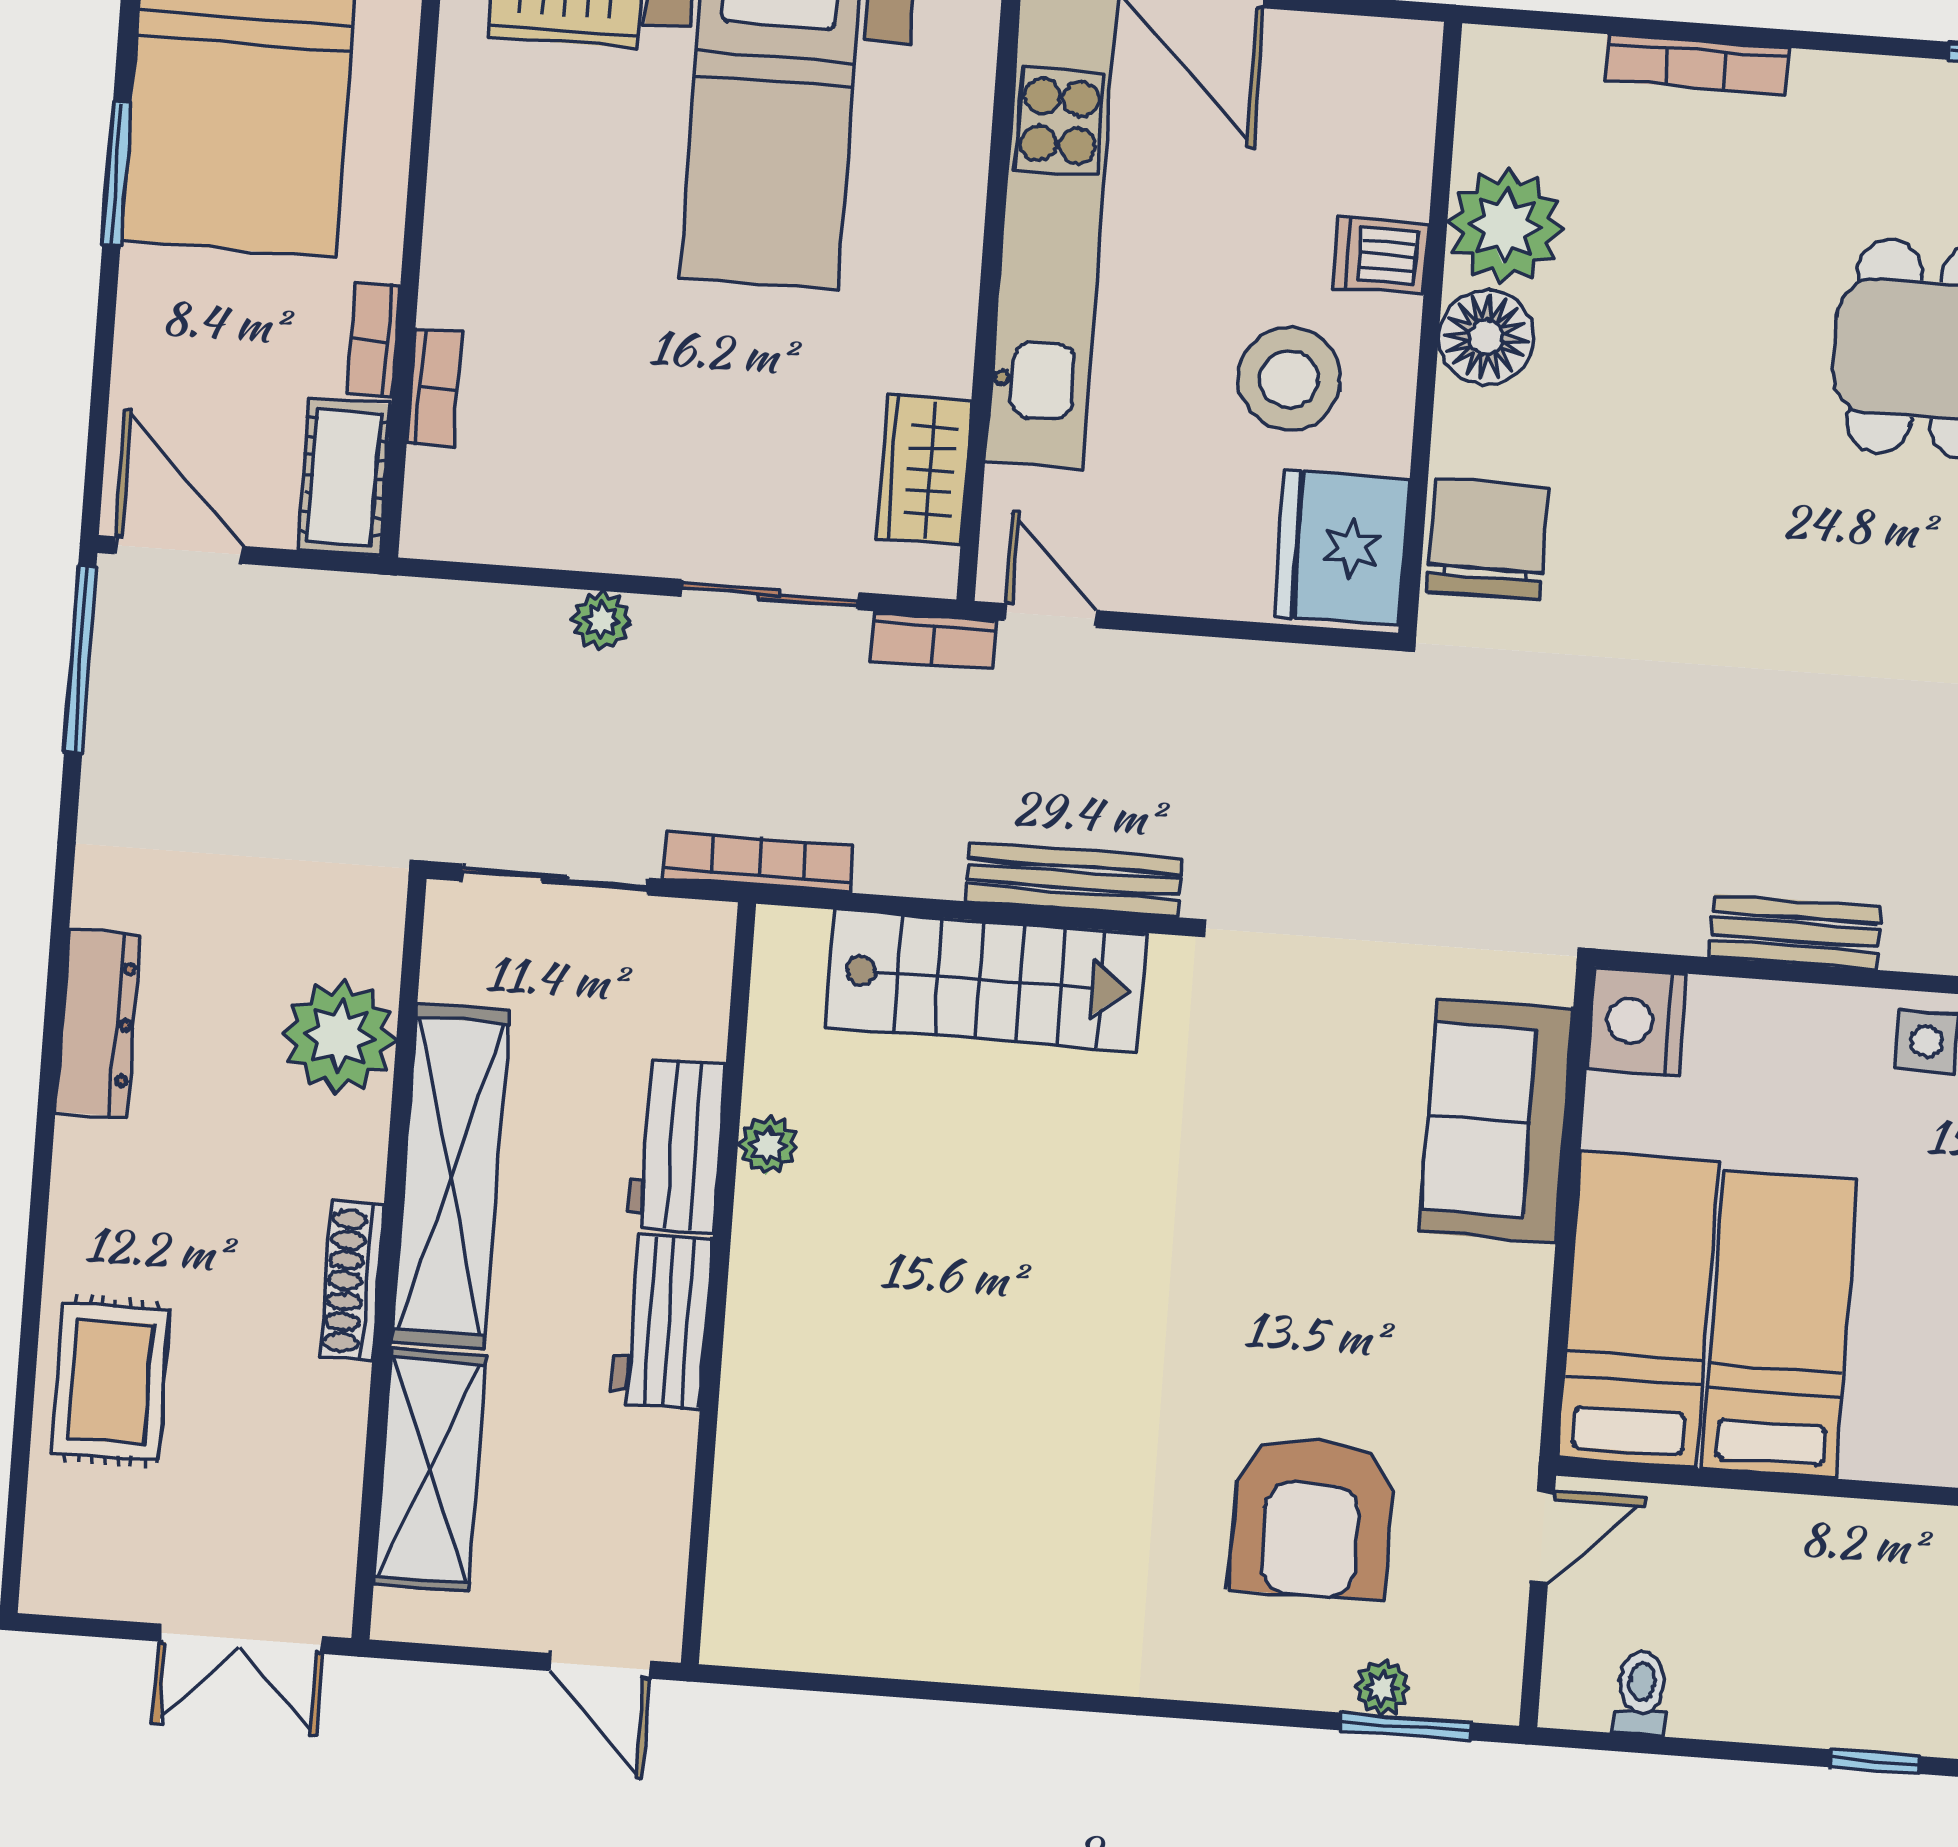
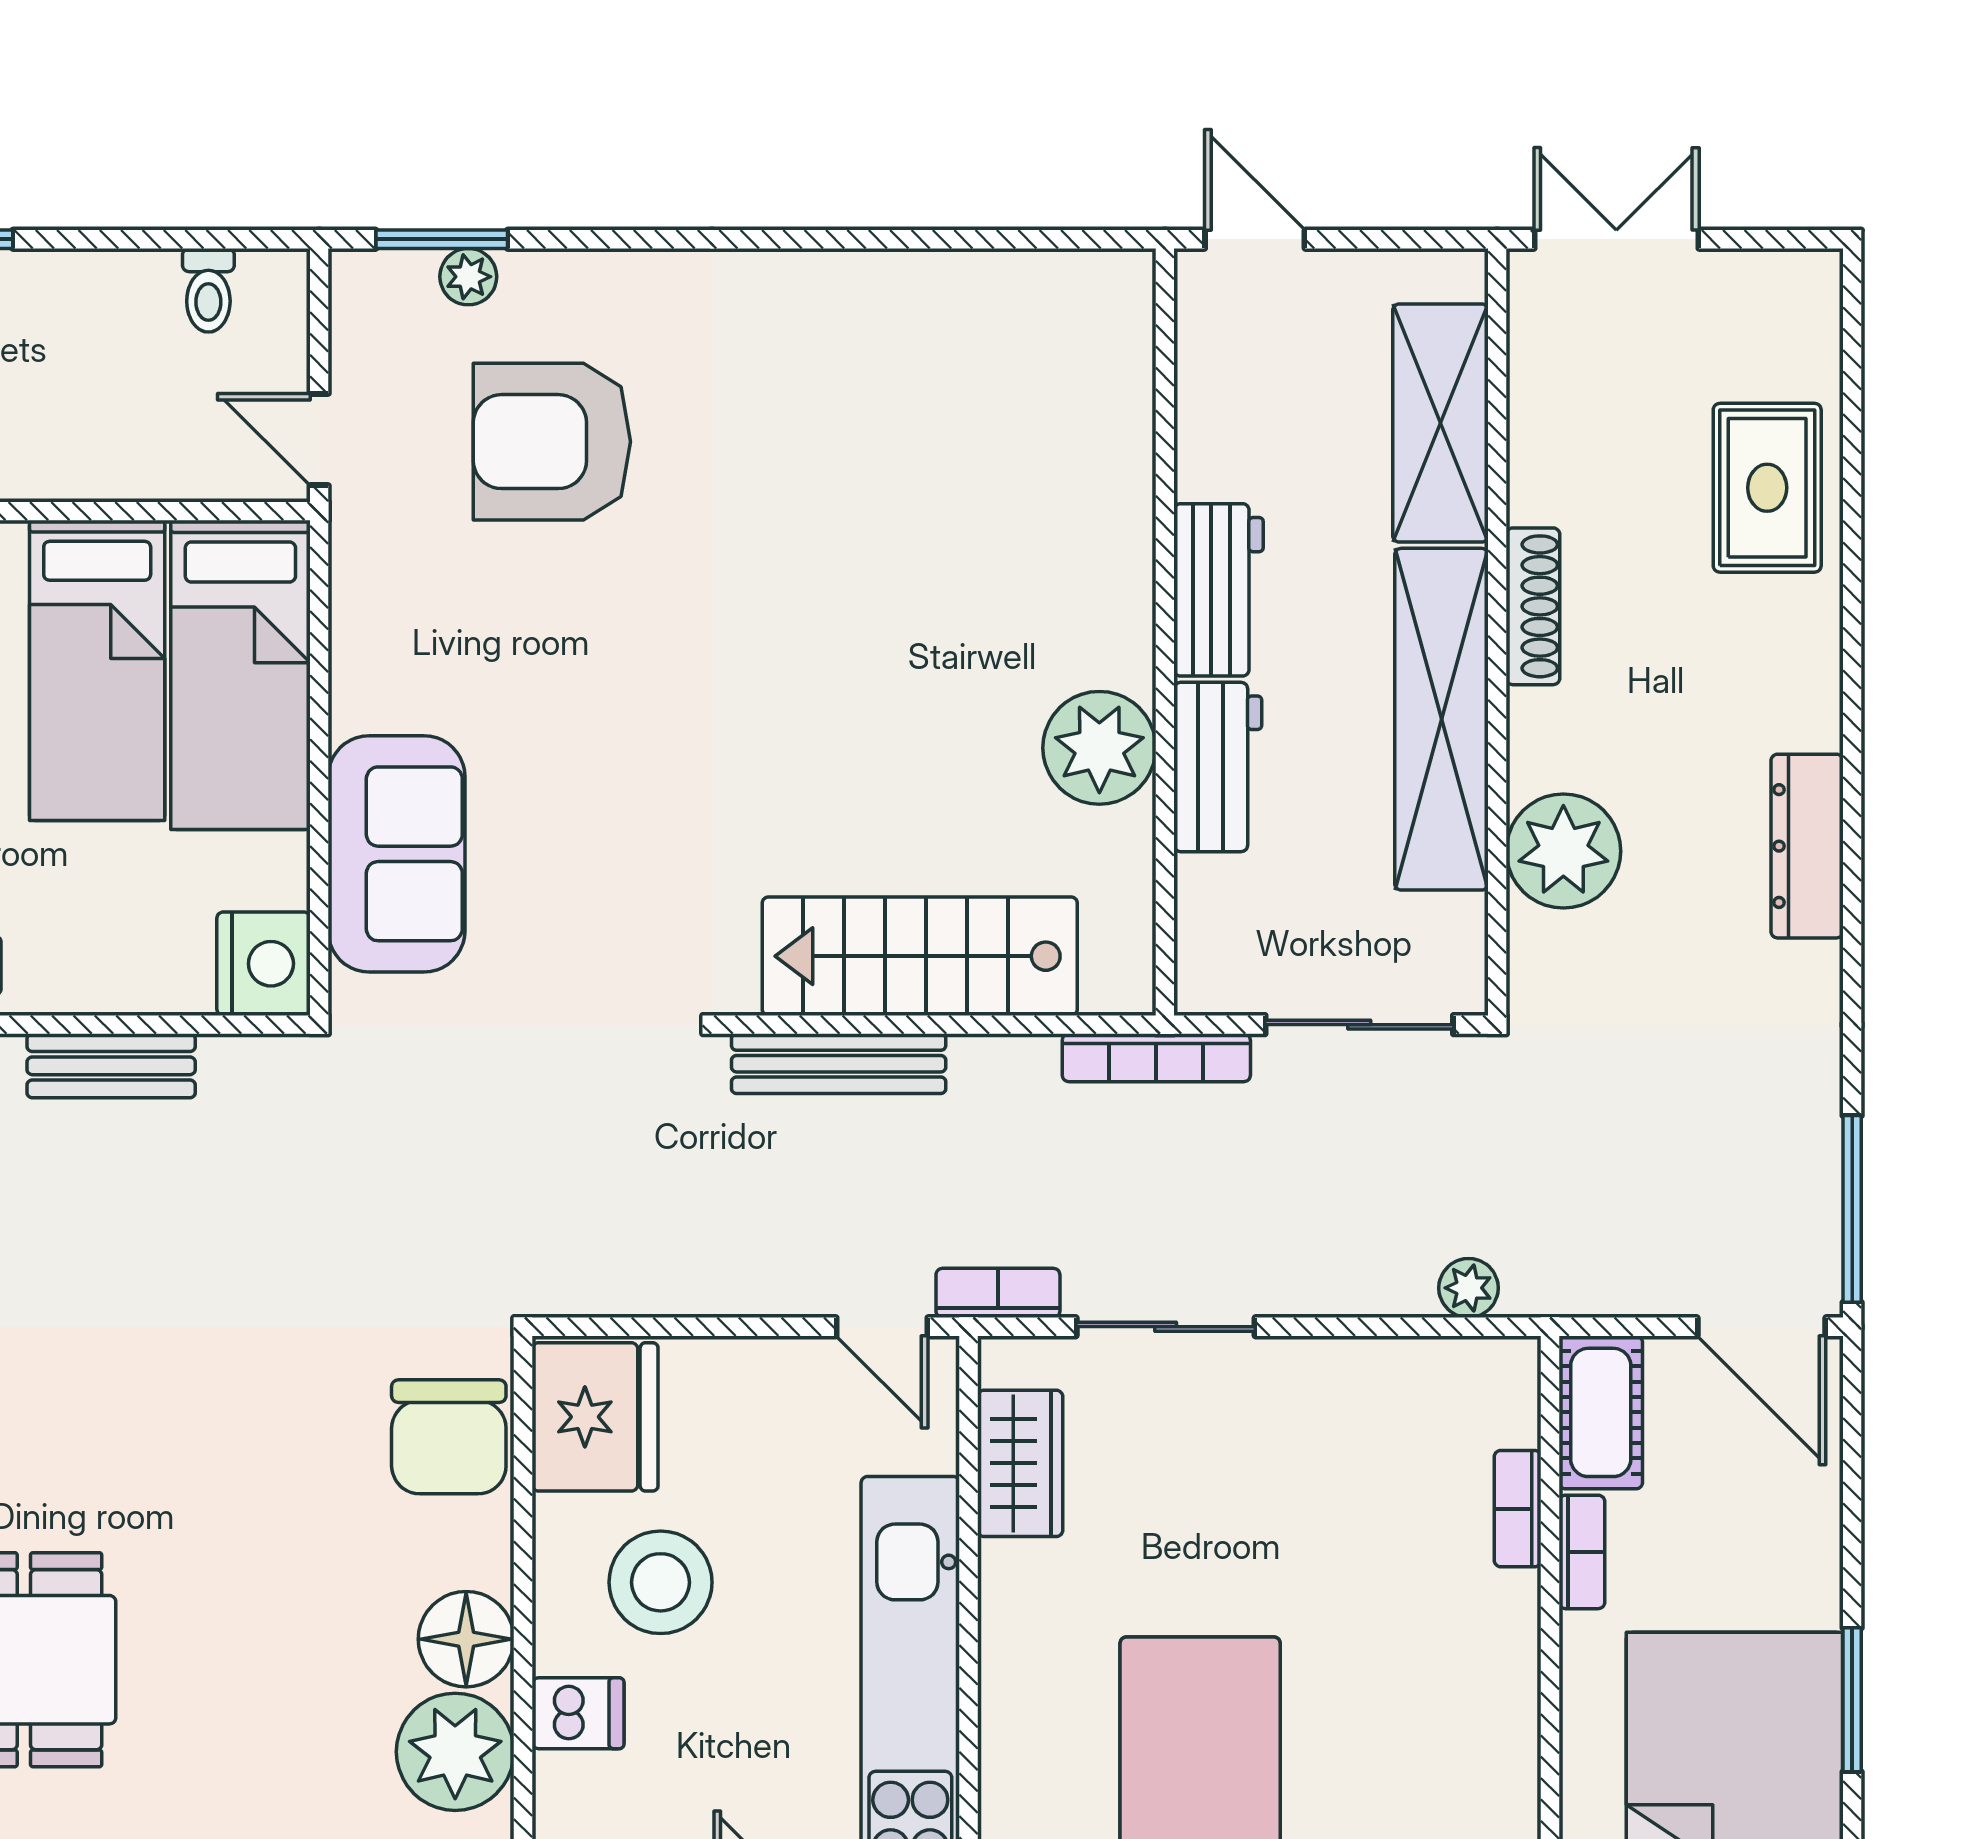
plant: (601, 620) -> (1469, 1288), moved
plant: (768, 1145) -> (1099, 748), width x1.88, depth x1.88
armchair: (1312, 1518) -> (552, 442), turned -90
door: (1542, 1537) -> (319, 440), hinge flipped

